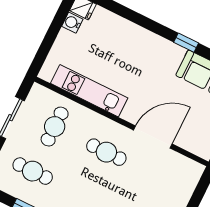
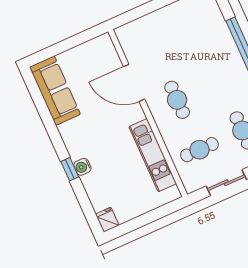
water cooler: (72, 23) -> (82, 167), moved, turned 90
window: (186, 43) -> (70, 169), moved

